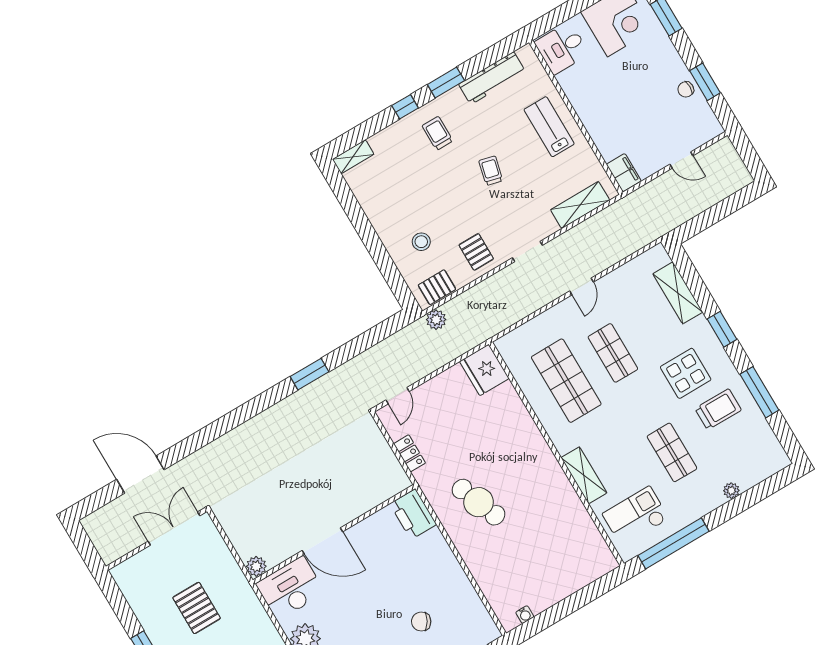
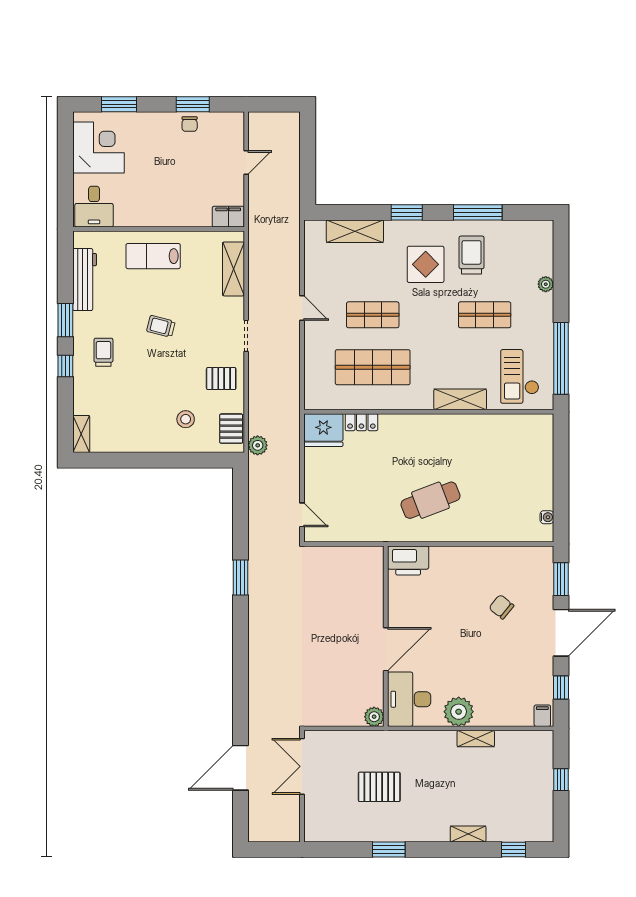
trolley: (437, 133) -> (103, 352), turned 90
locker: (410, 453) -> (361, 422), moved, turned 180
chair: (421, 622) -> (501, 607), turned 99

